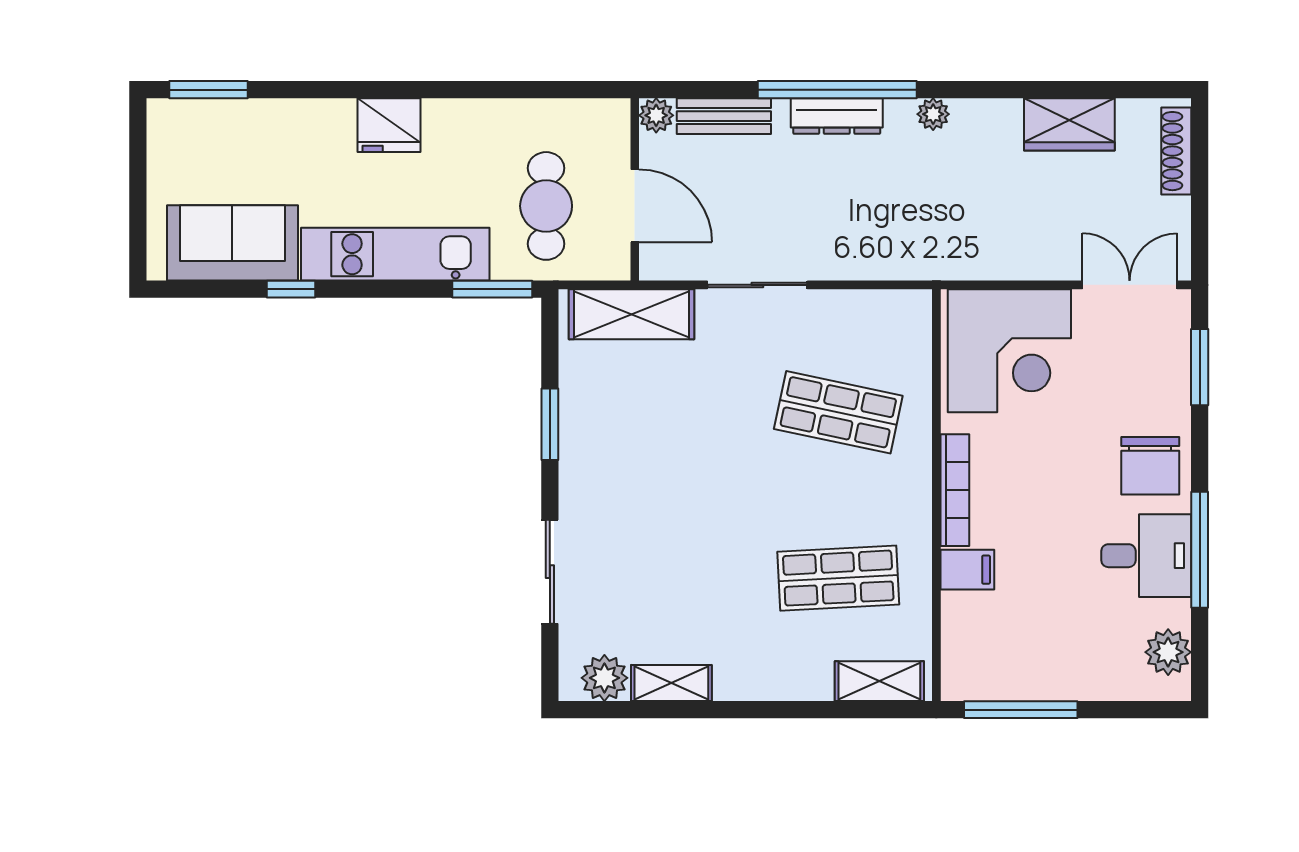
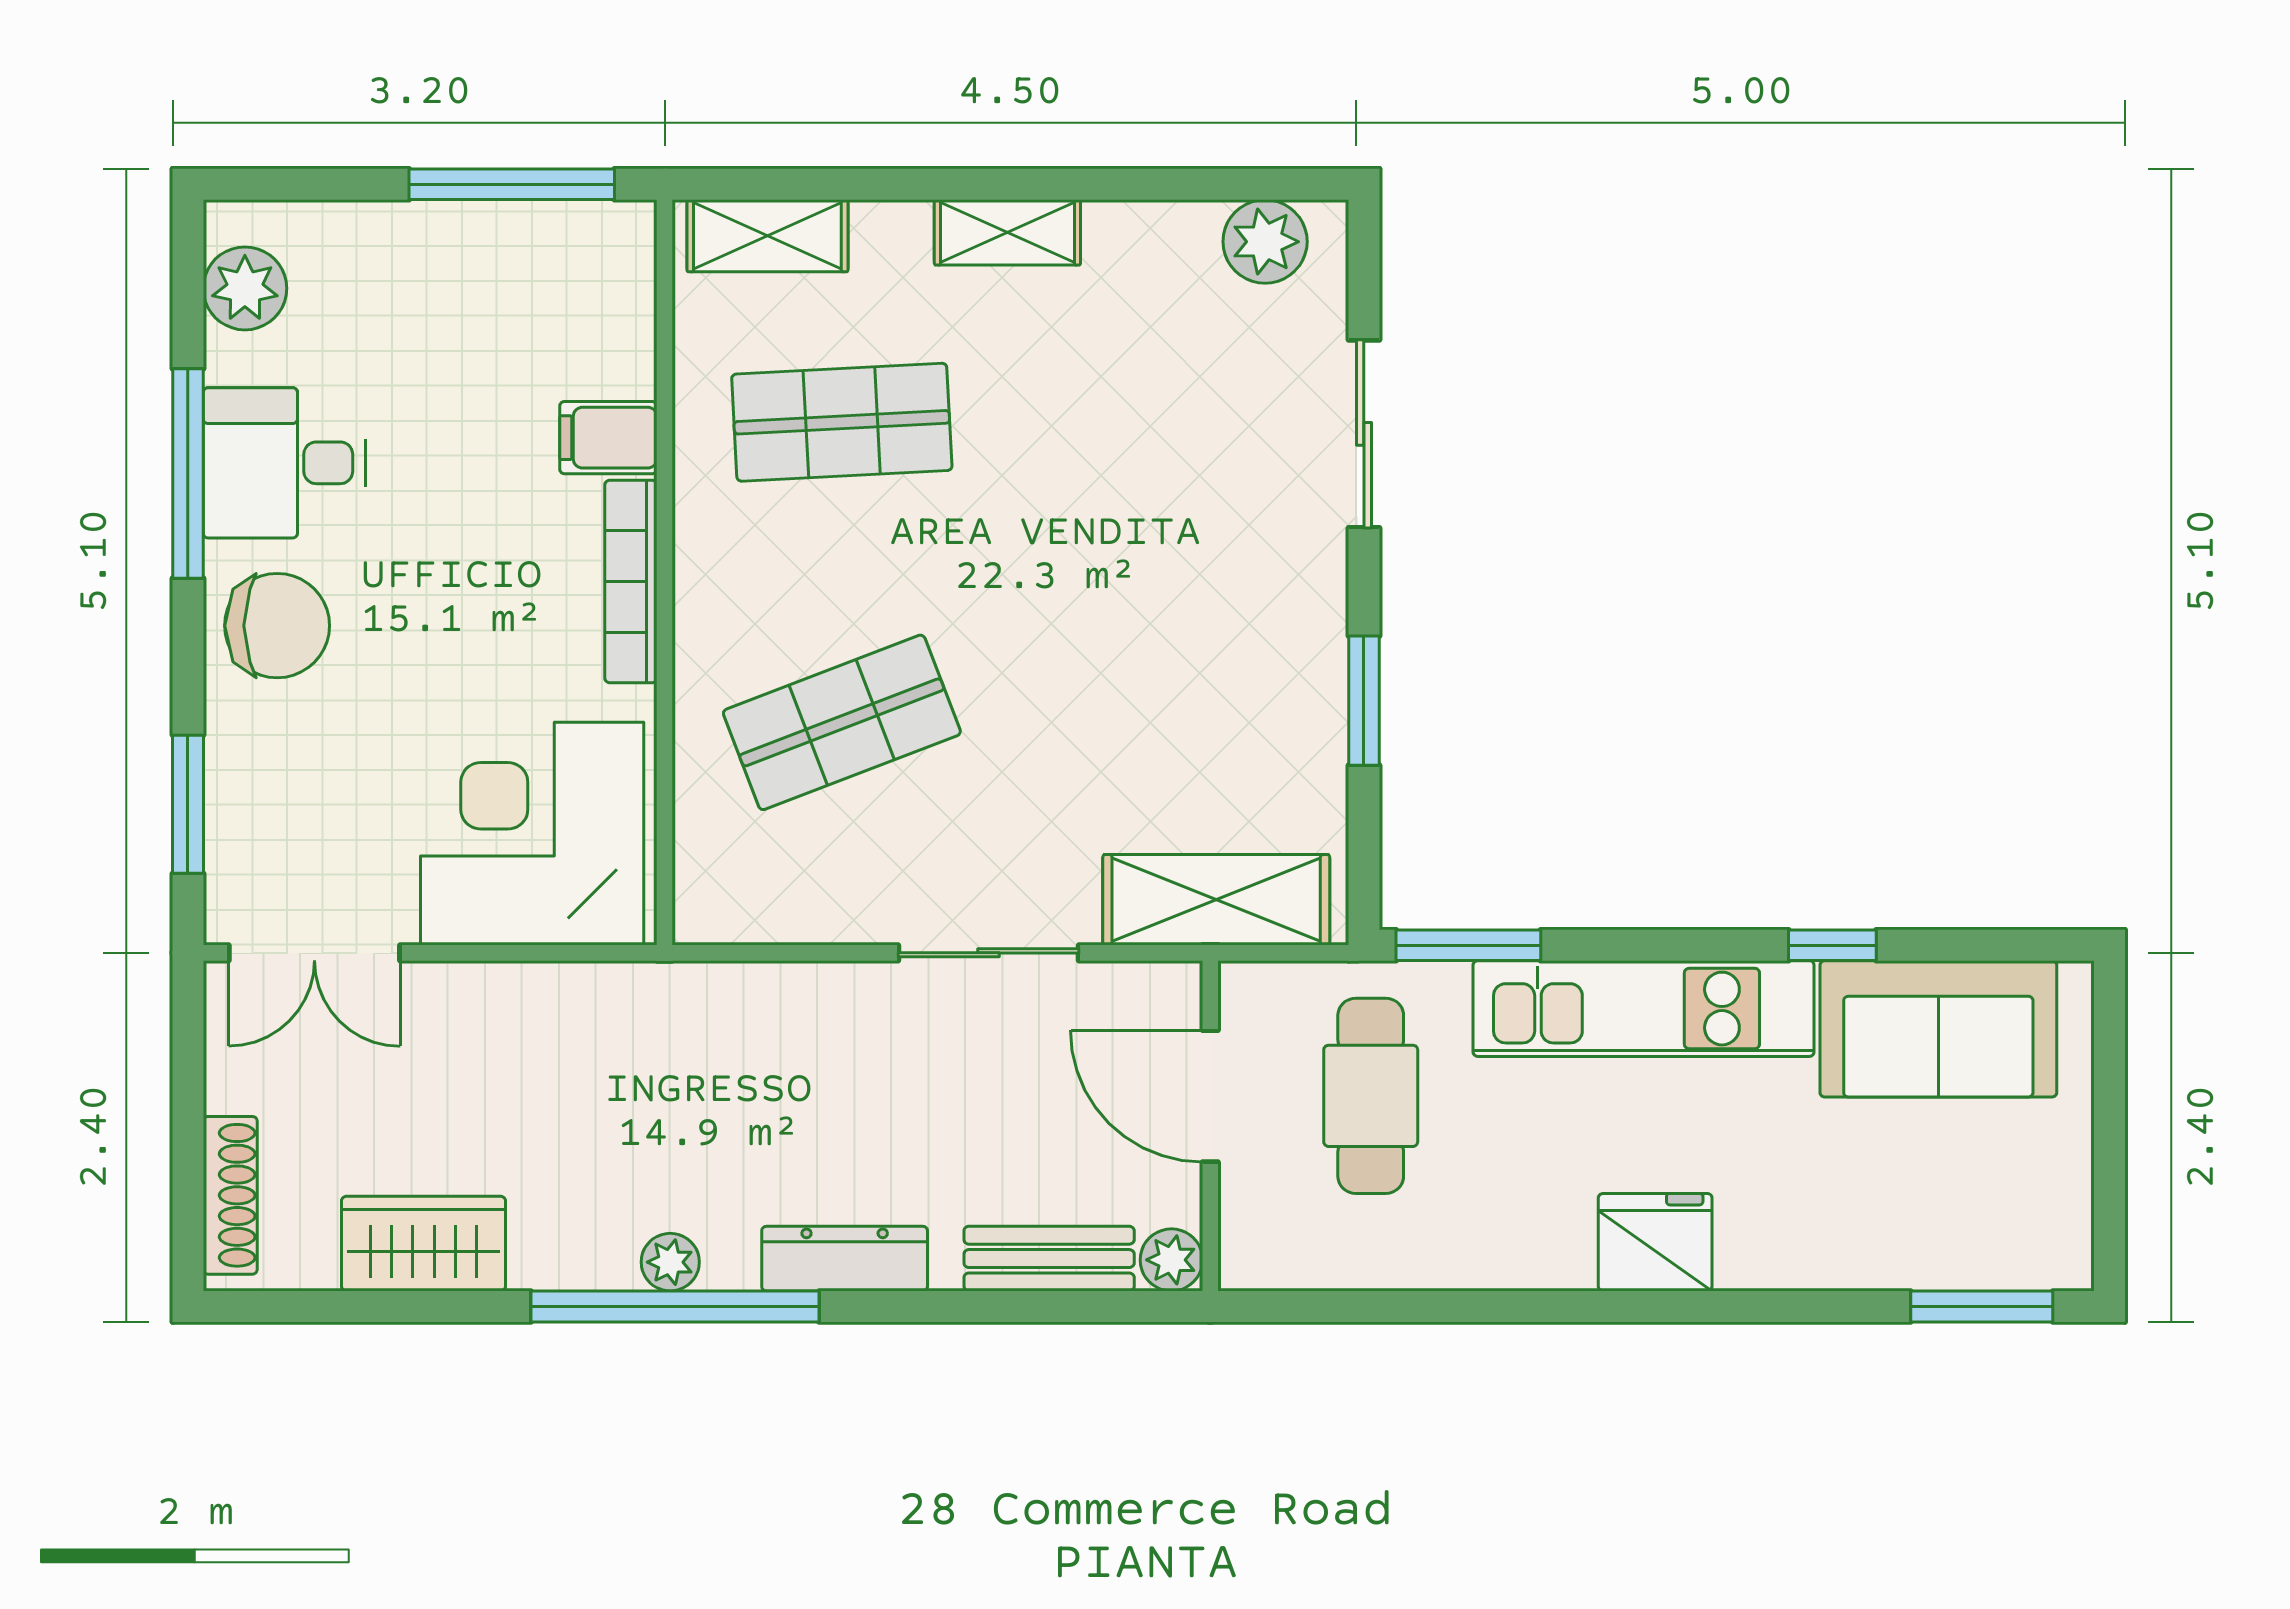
window: (837, 90) -> (675, 1306), moved
shop shelf: (838, 412) -> (842, 722), turned -33
chair: (1150, 466) -> (277, 626), turned 90
shelving: (671, 683) -> (1007, 232), moved

